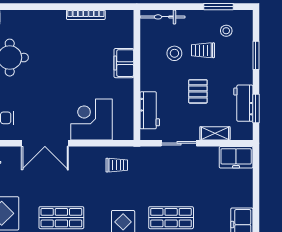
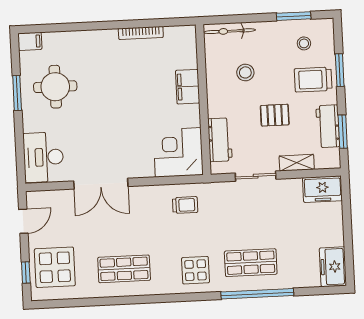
trolley: (203, 50) -> (313, 80), moved, width x1.36, depth x1.39
pallet: (198, 91) -> (275, 115), turned 90
corner desk: (91, 119) -> (178, 152), moved

